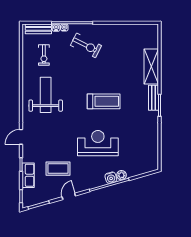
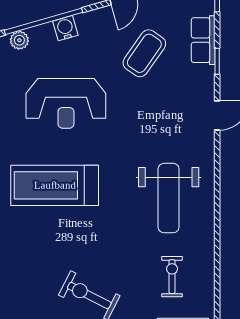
treadmill: (104, 101) -> (55, 185), width x1.37, depth x1.38
coffee table: (58, 169) -> (144, 53), turned -55
water cooler: (111, 178) -> (65, 28), moved

